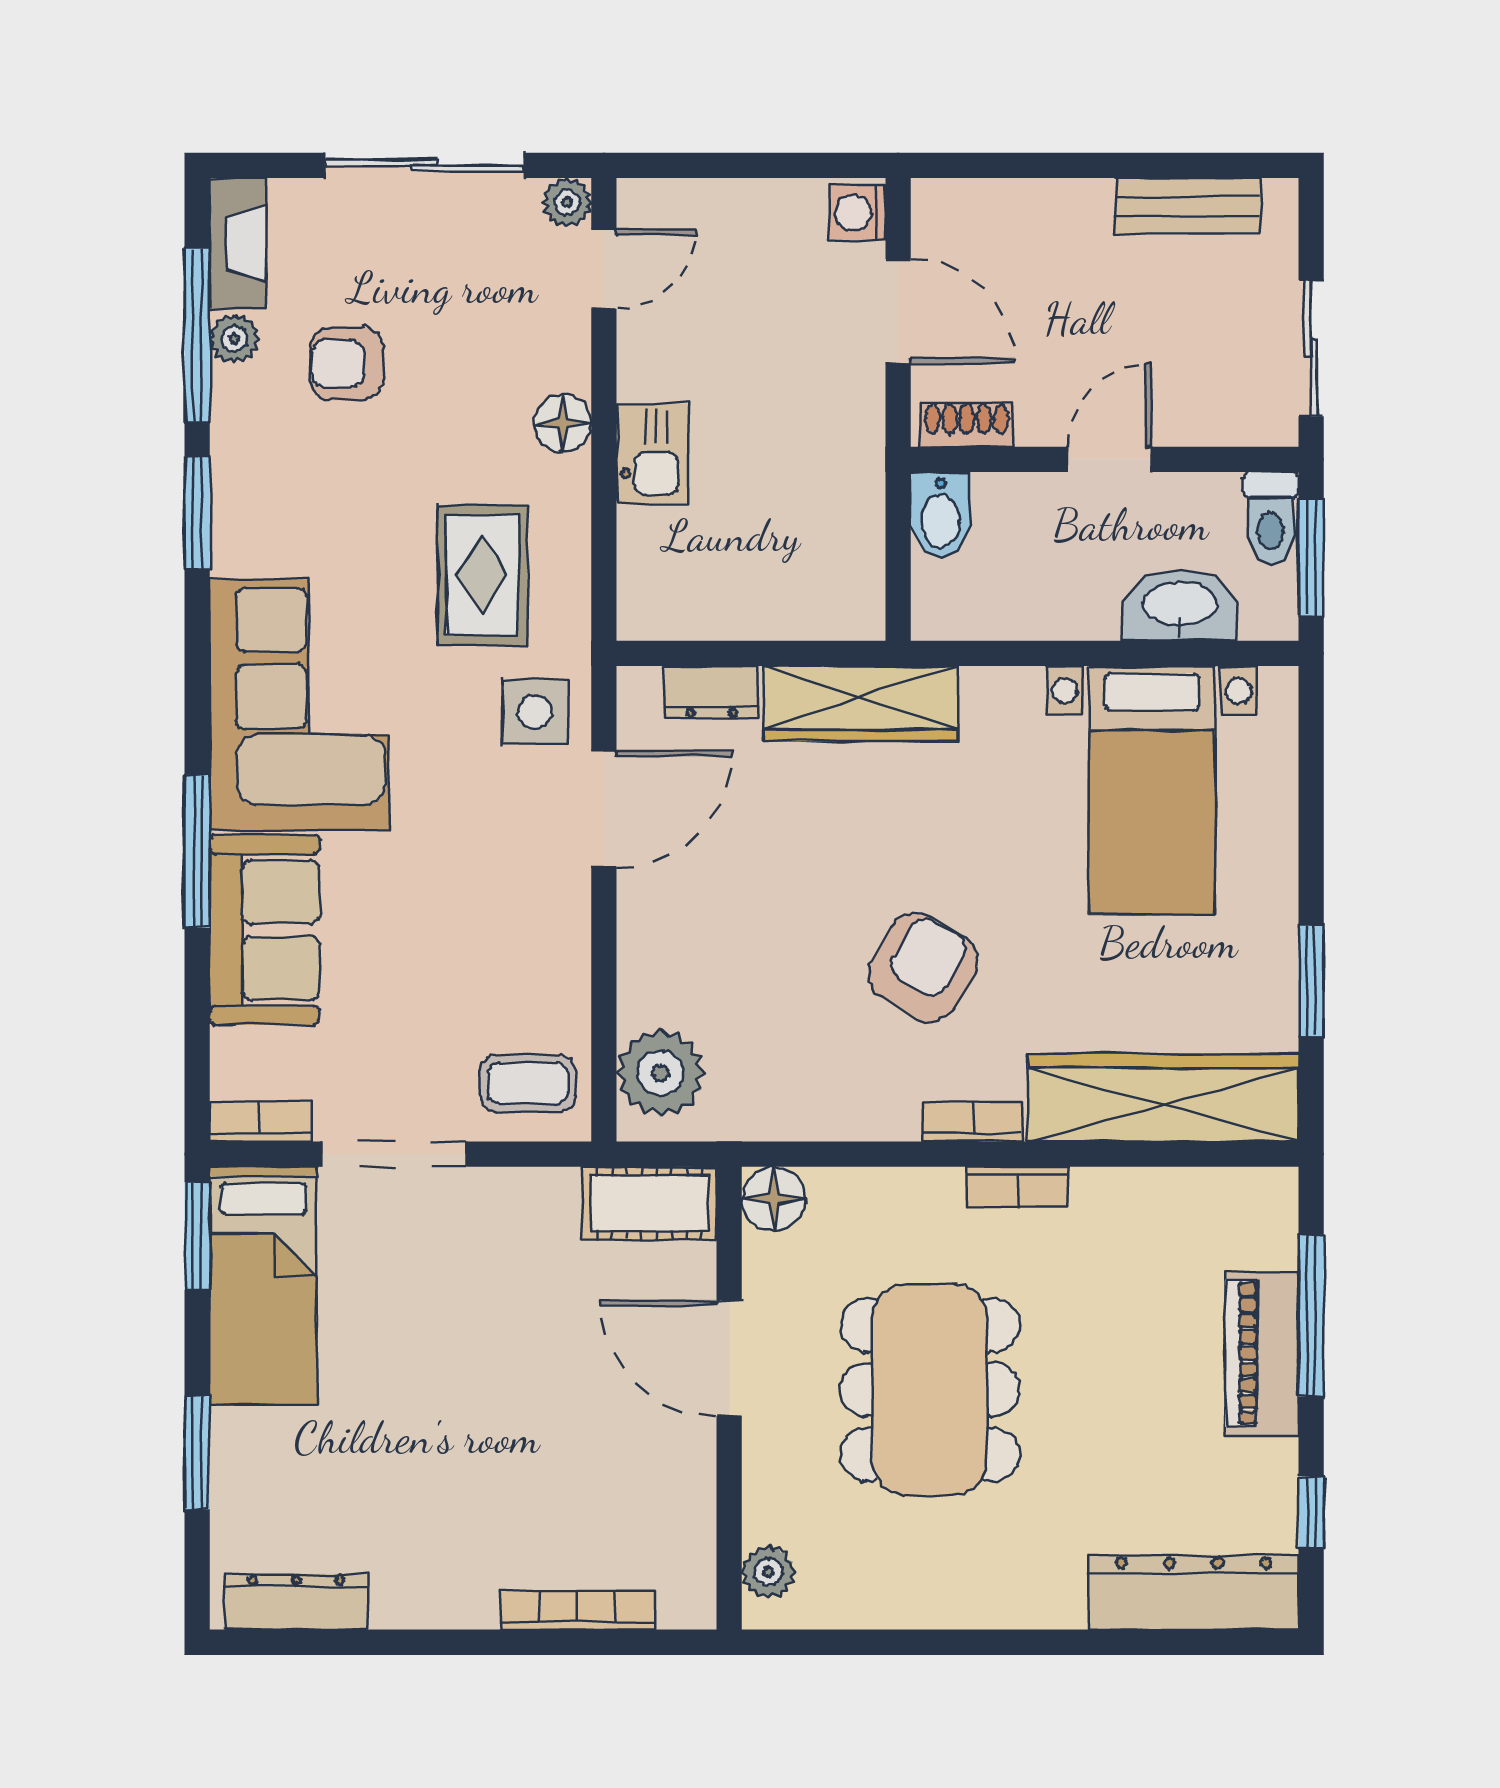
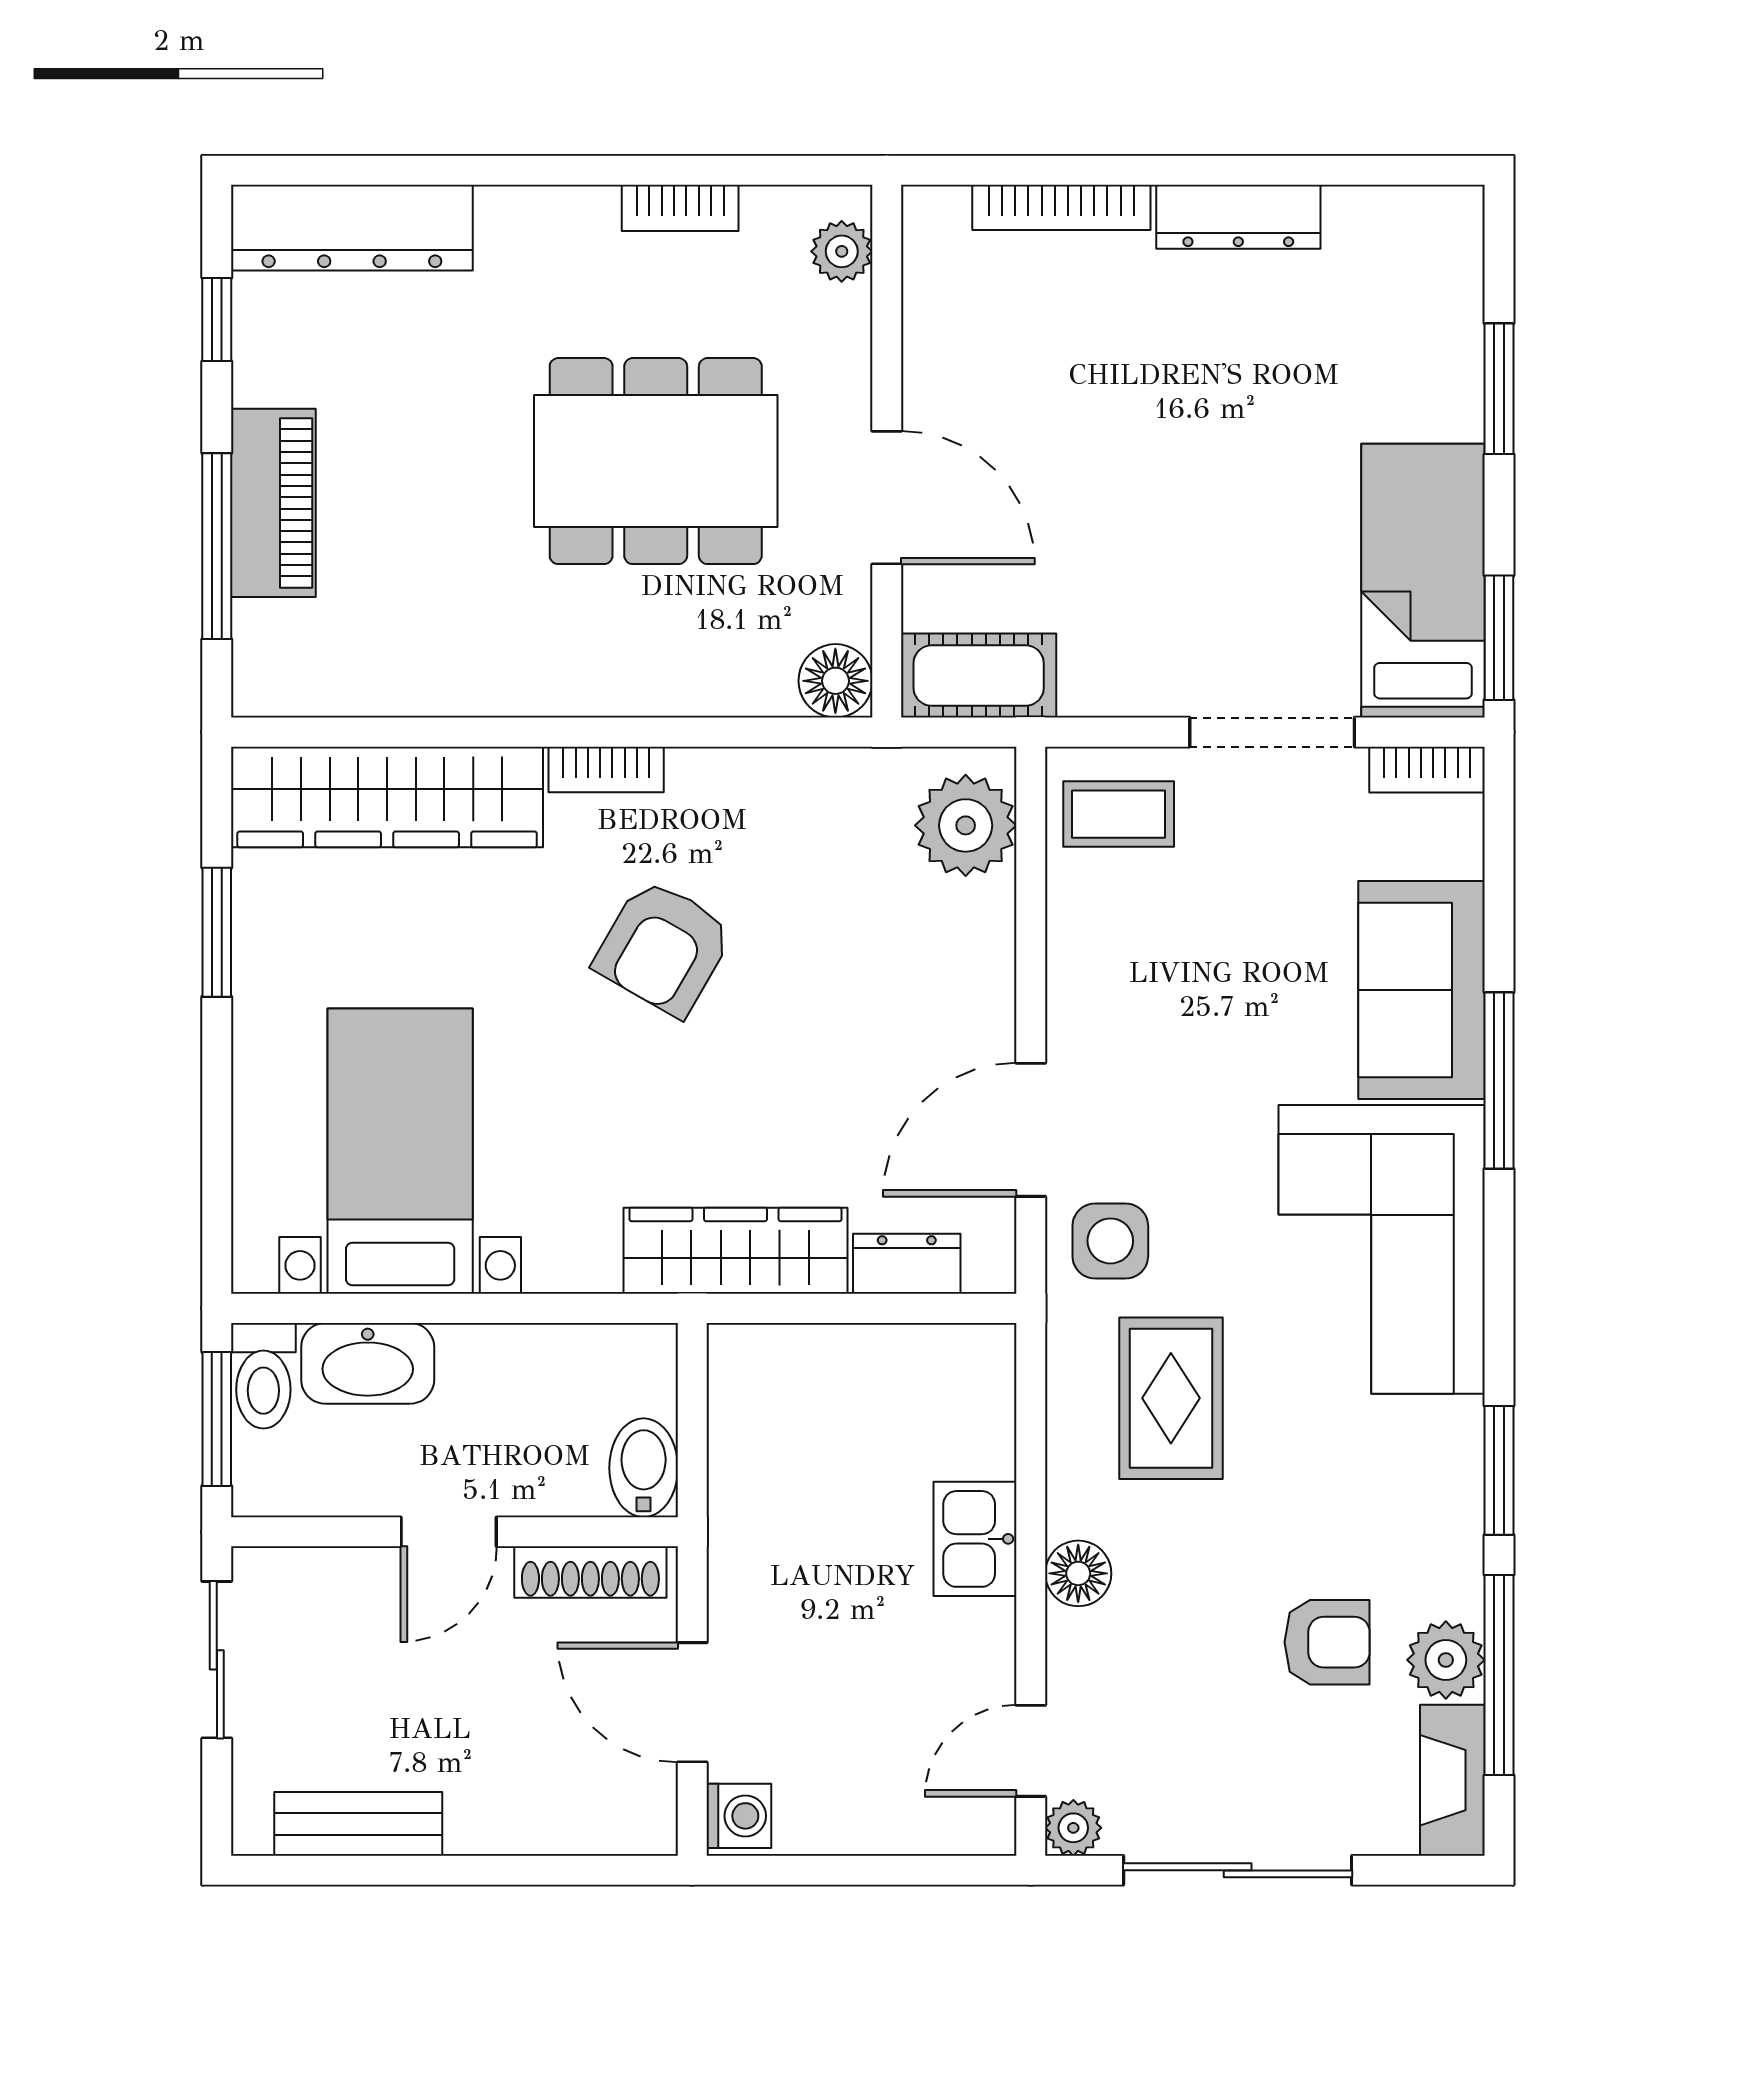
plant: (234, 339) -> (1446, 1660), width x1.38, depth x1.38
shoe rack: (967, 424) -> (590, 1572), width x1.43
toilet: (1271, 518) -> (263, 1376), moved, turned 180
bookcase: (1018, 1187) -> (680, 208), moved, turned 180
dining table: (930, 1390) -> (656, 461), turned 90
dresser: (296, 1602) -> (1238, 217), moved

